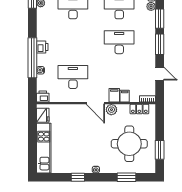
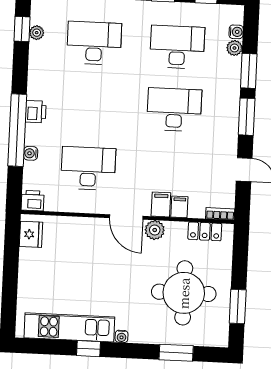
kitchen unit: (44, 148) -> (69, 327), moved, turned -90

